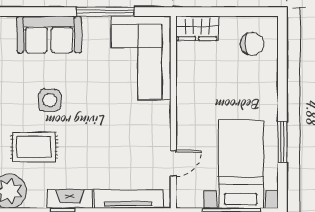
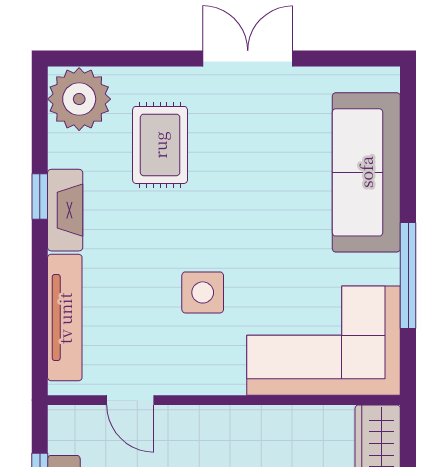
sofa: (49, 34) -> (366, 172), width x1.36
side table: (50, 100) -> (203, 292), moved

